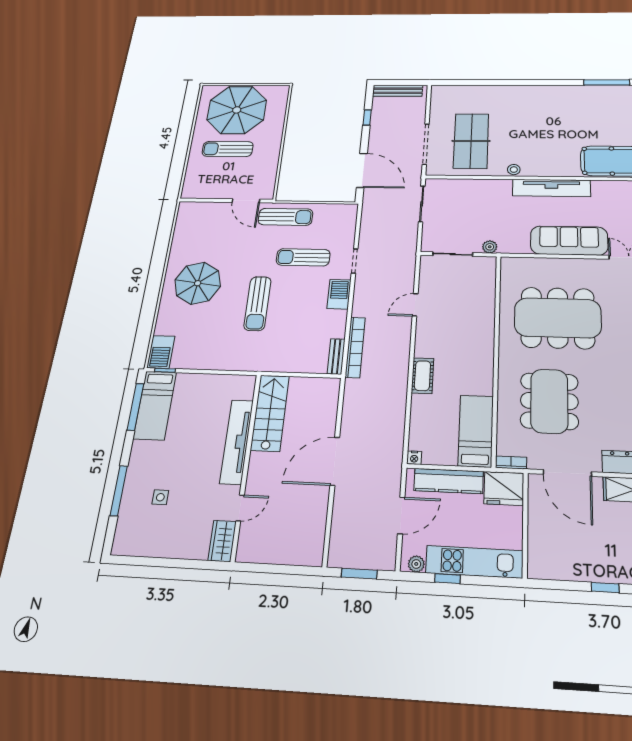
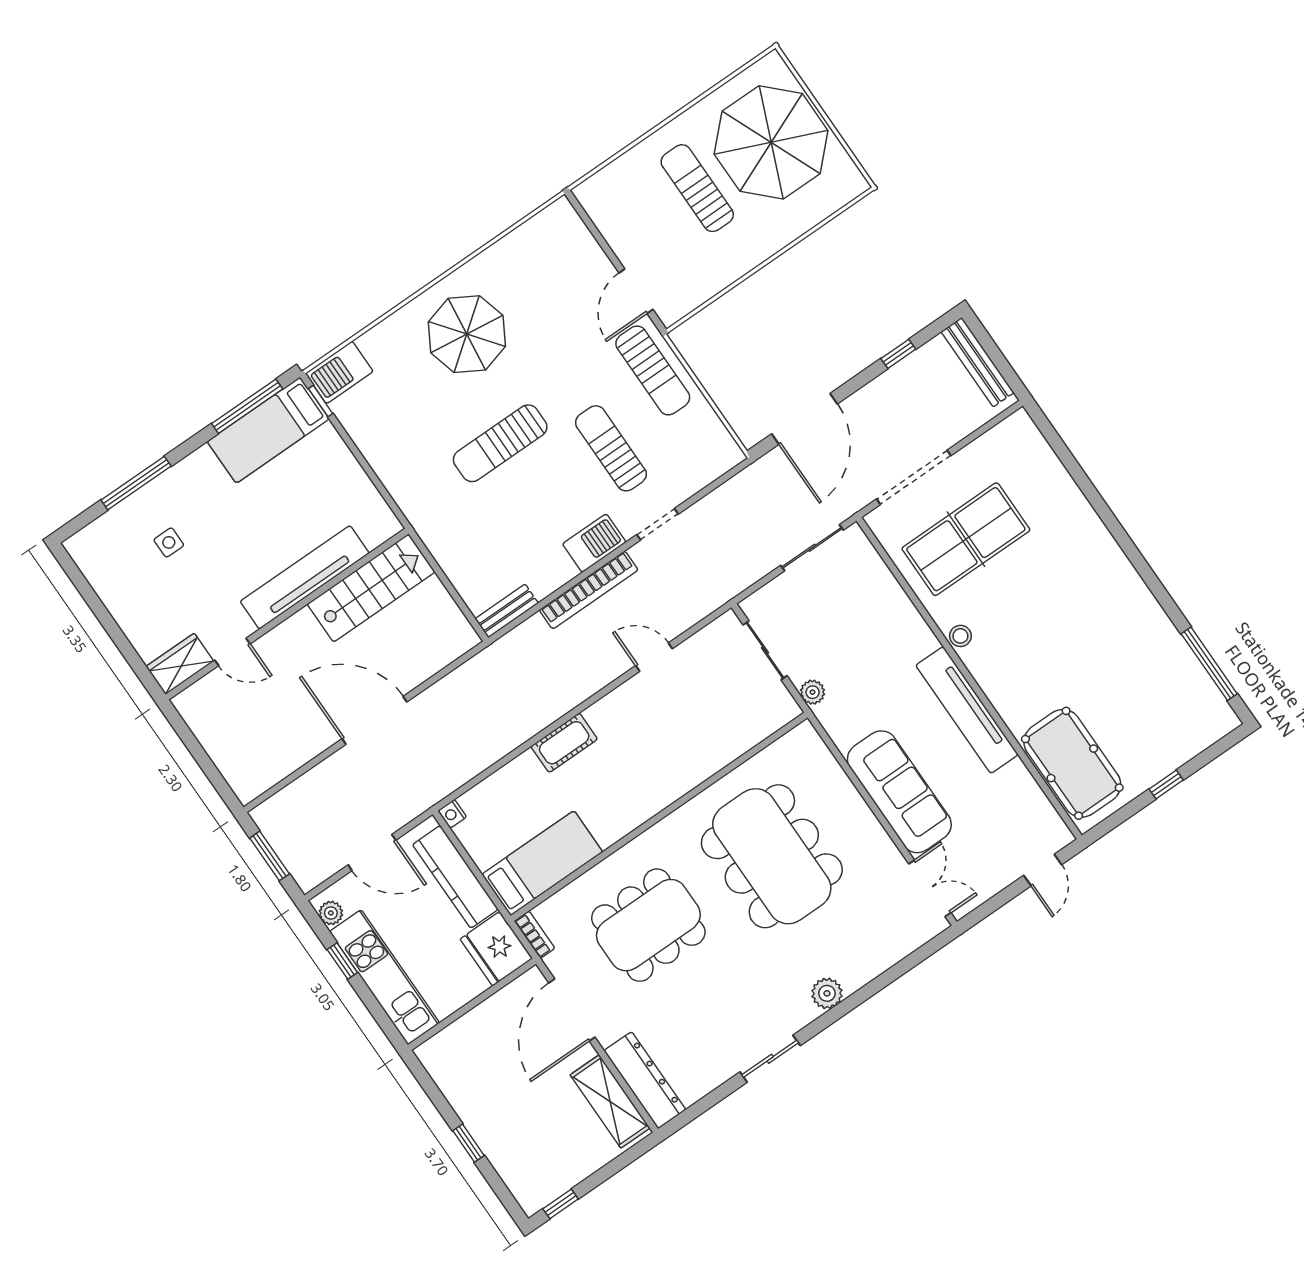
bookcase: (355, 347) -> (589, 590), moved

